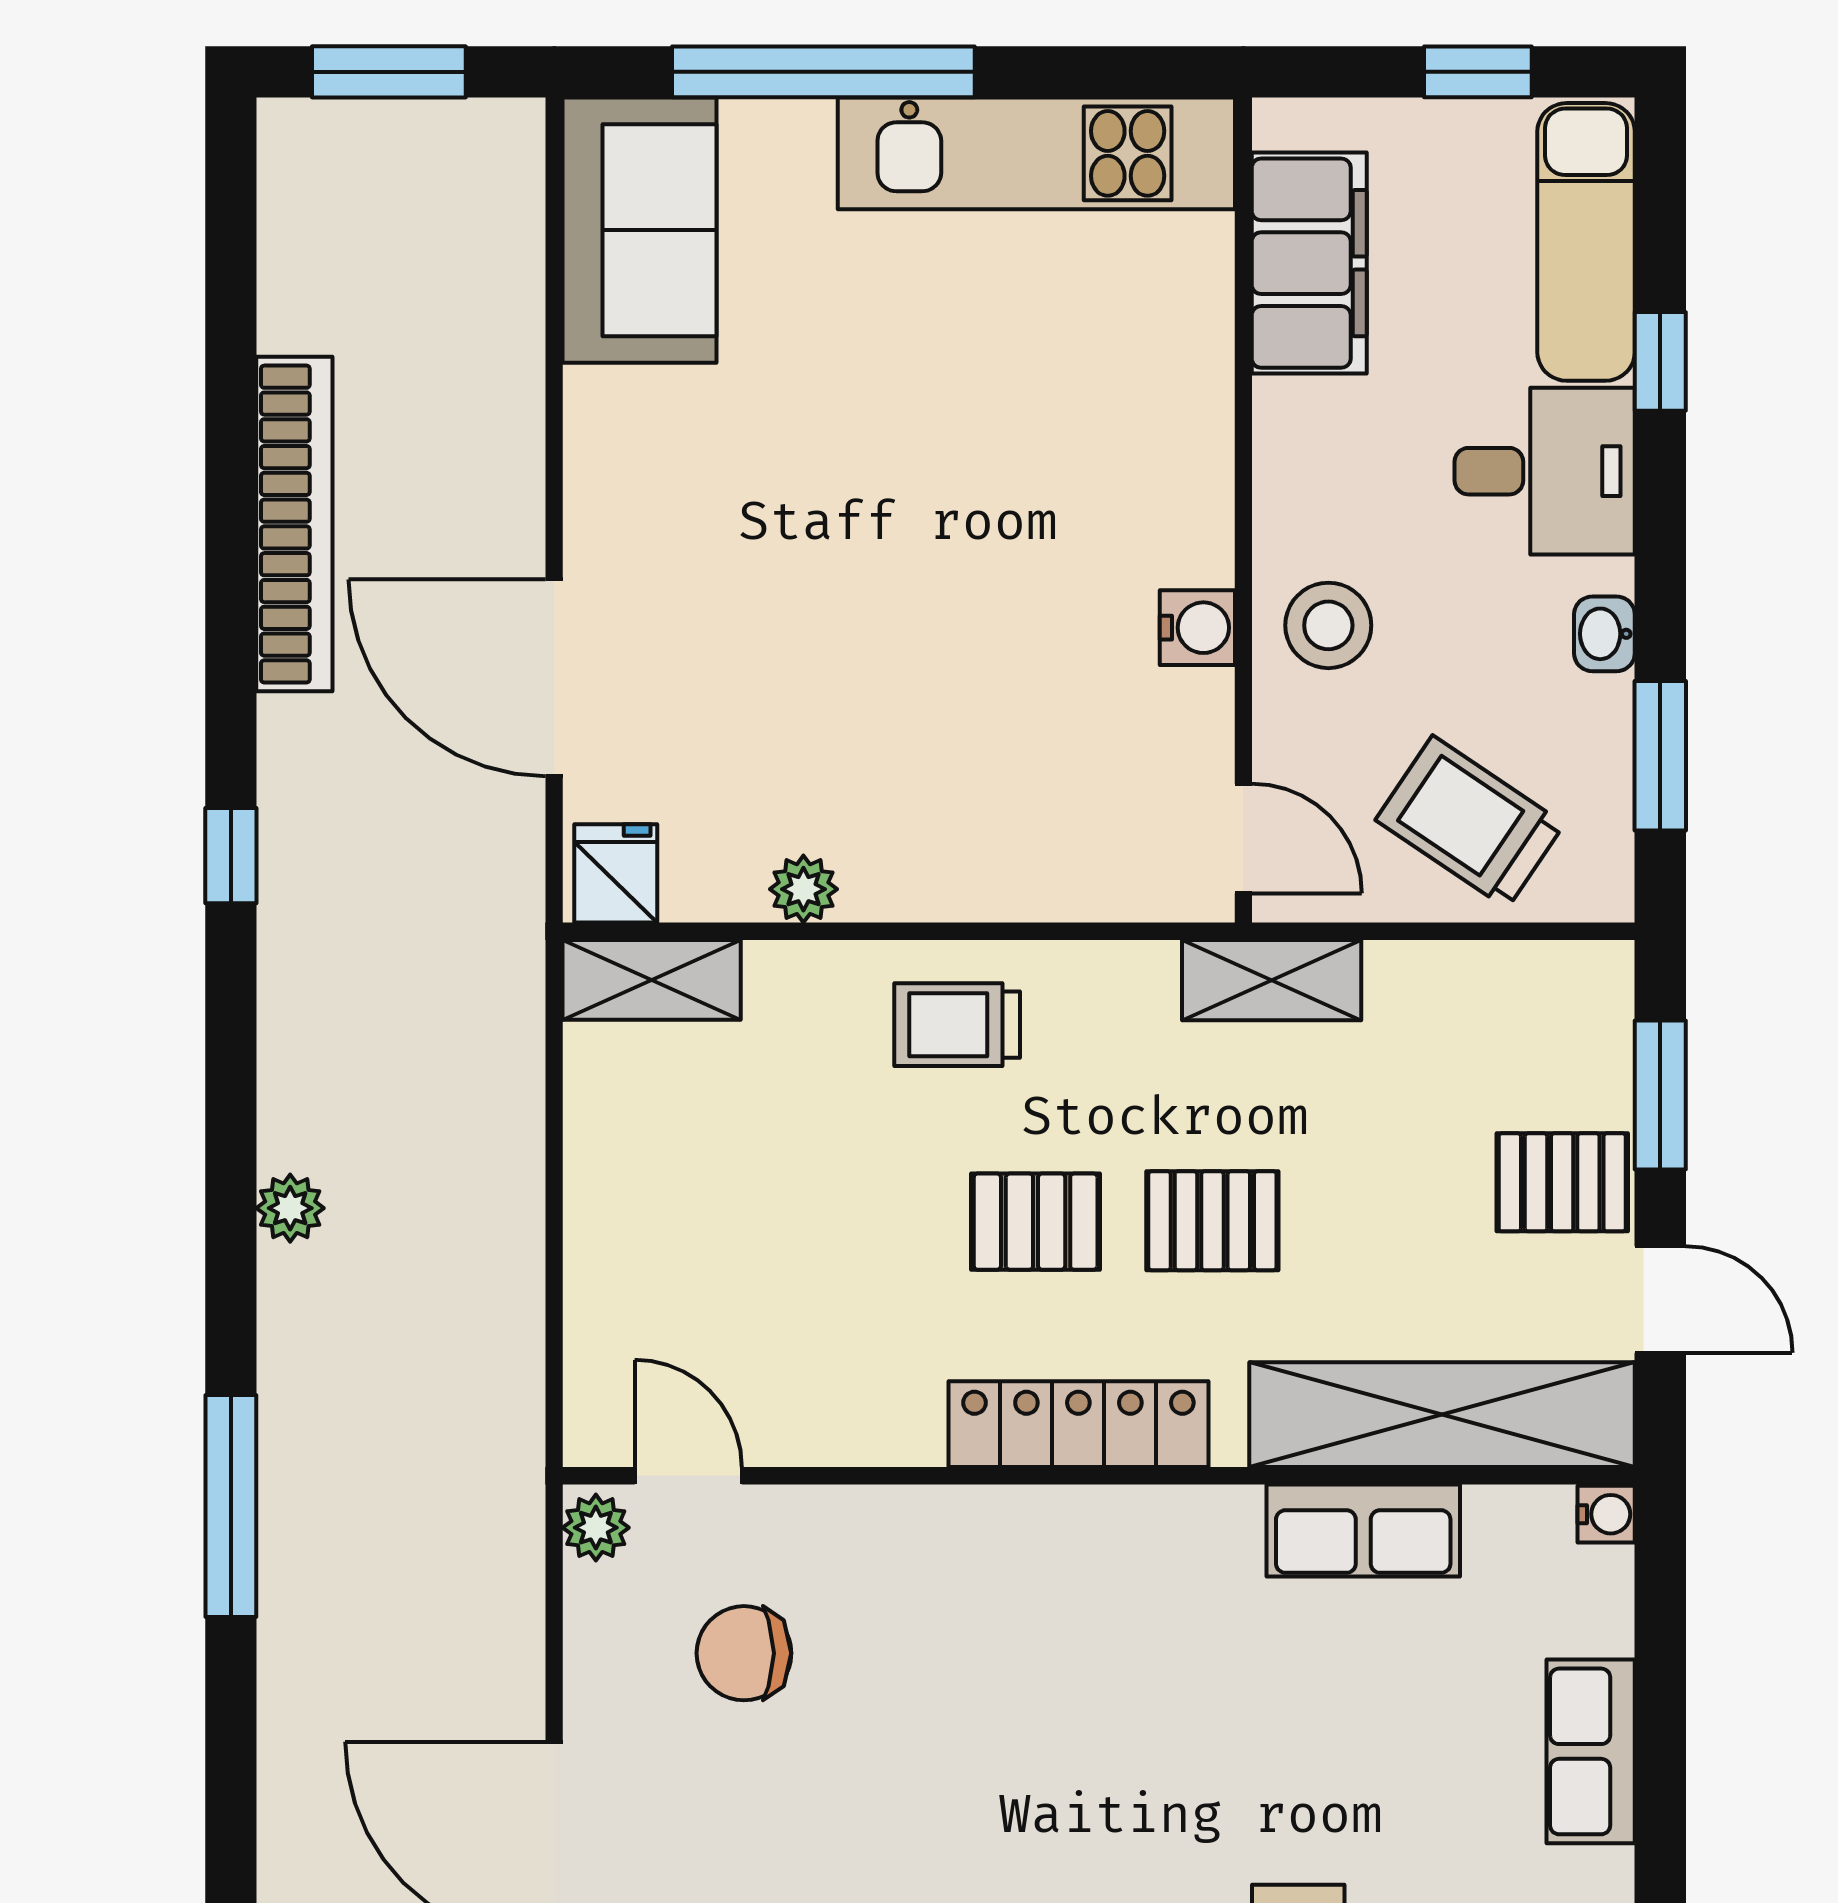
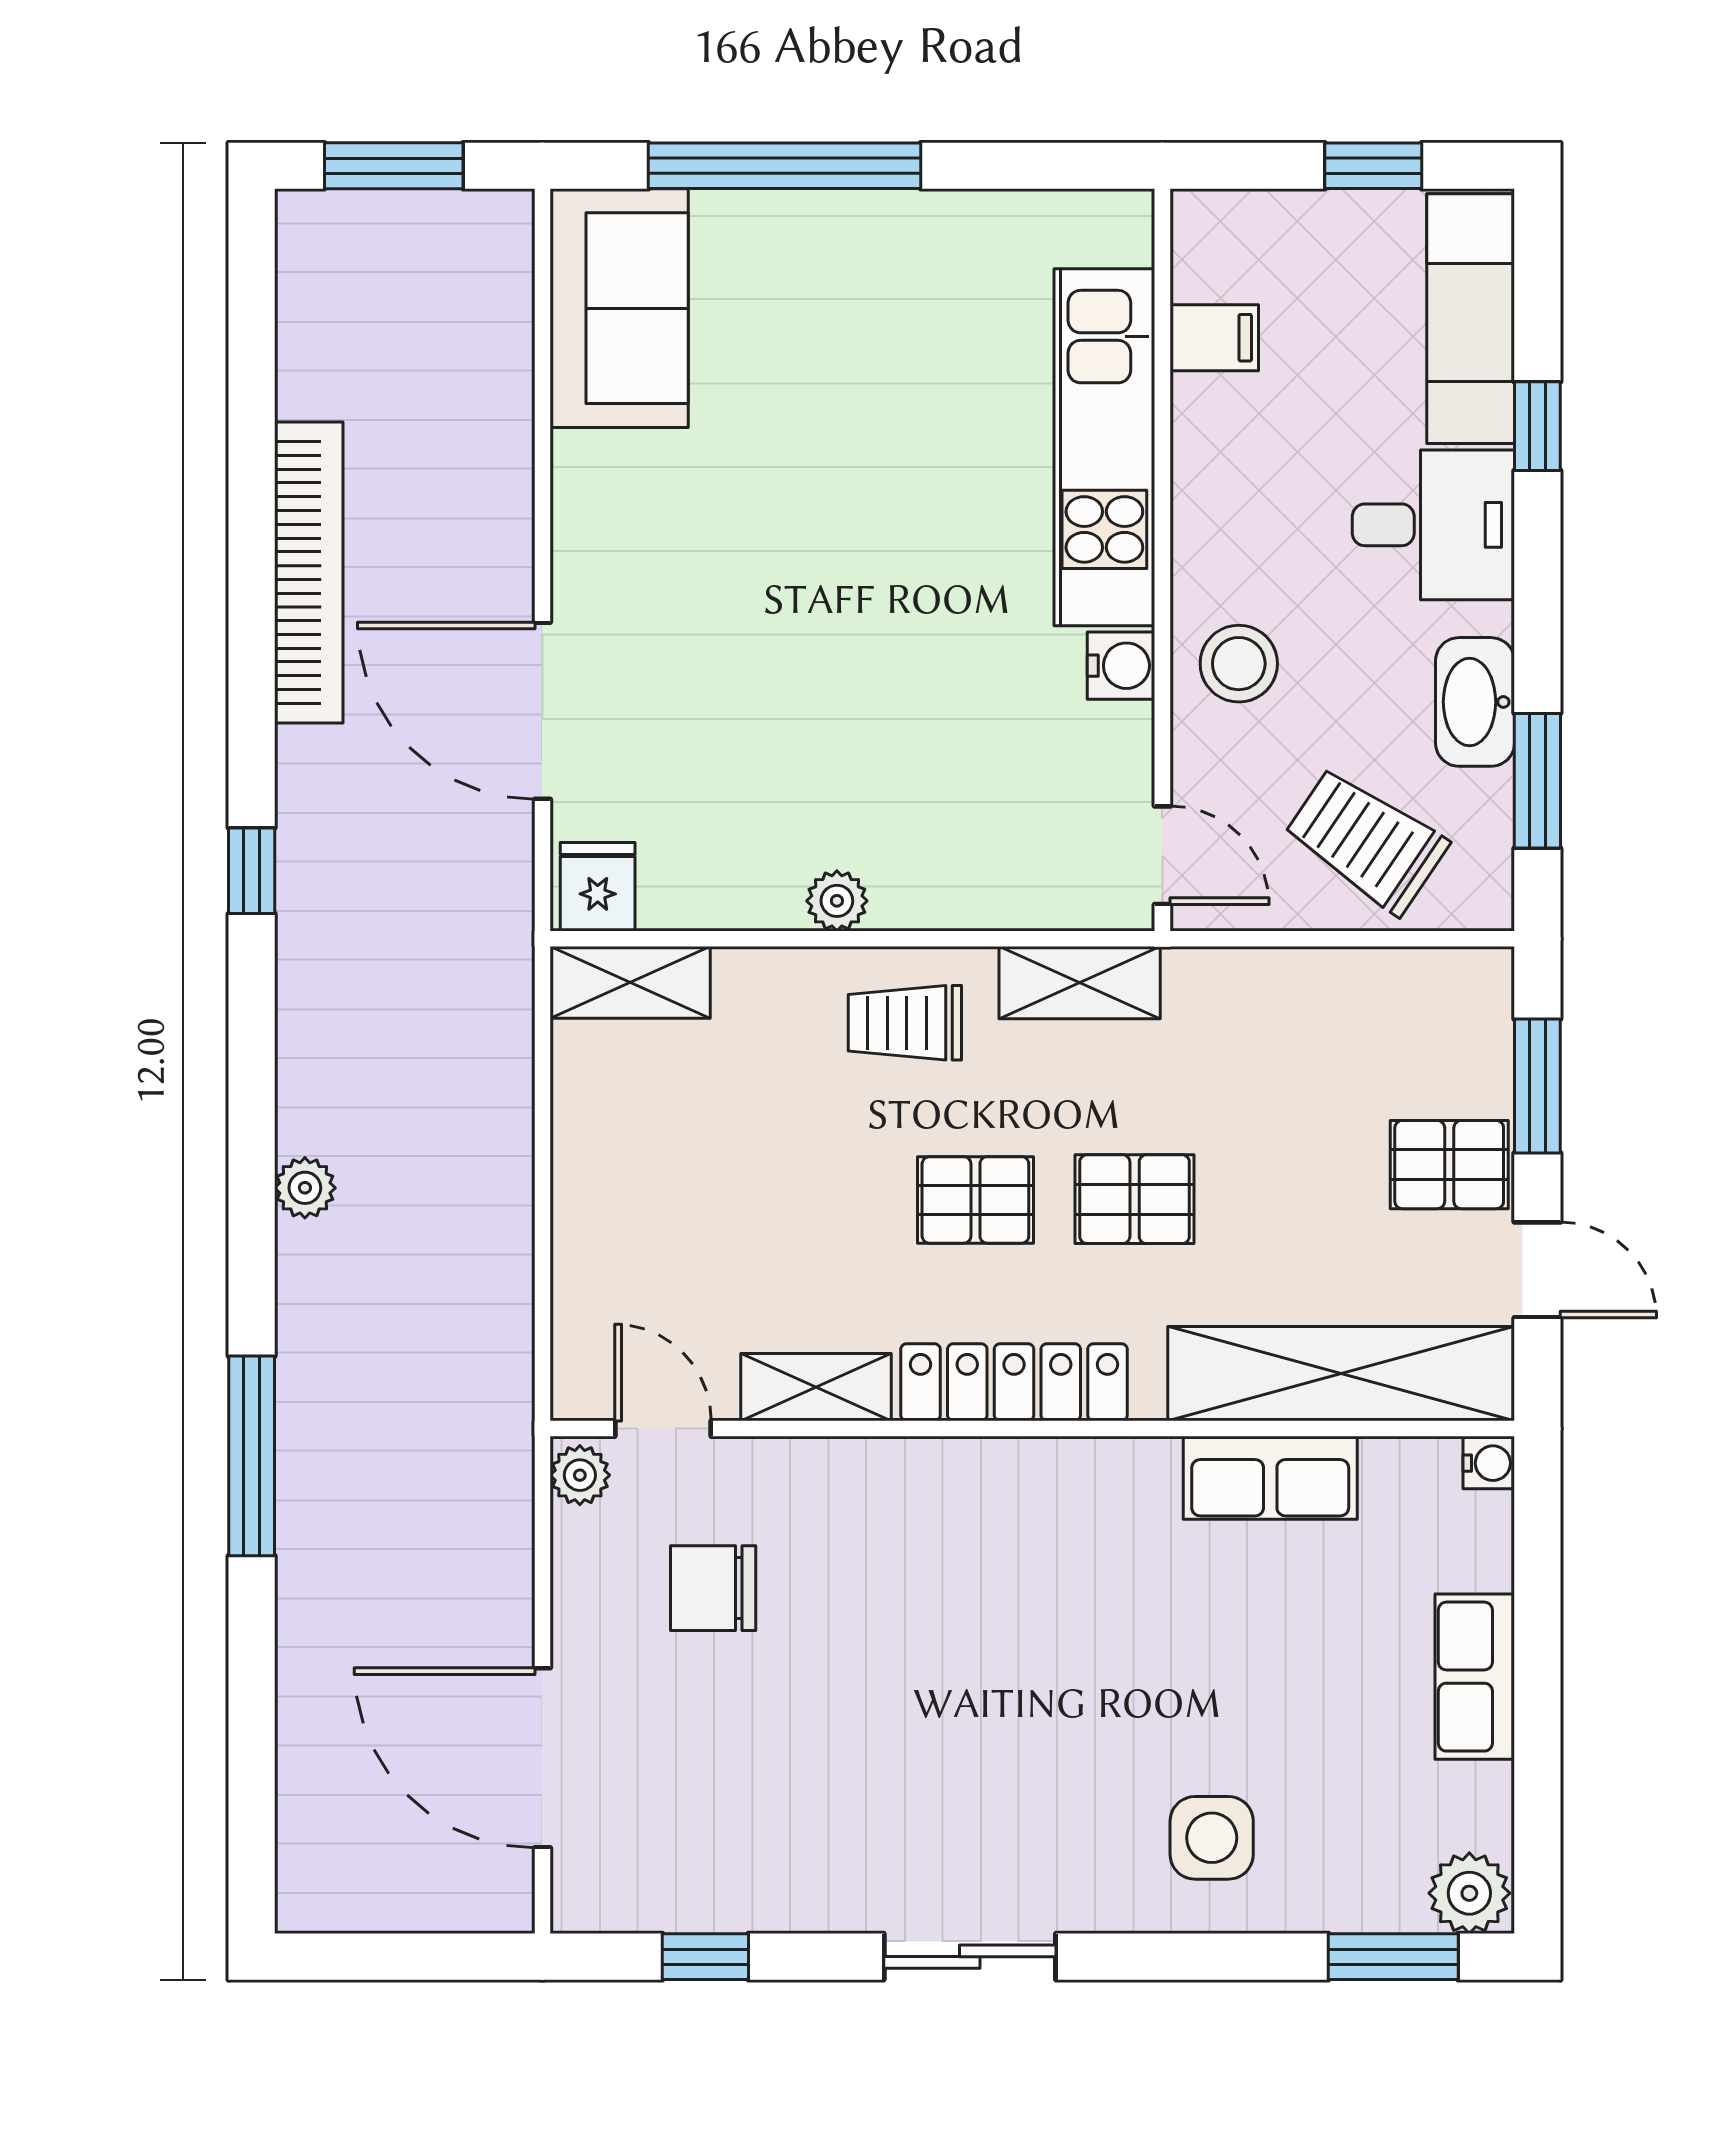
kitchen unit: (1036, 153) -> (1104, 447), moved, turned 90
filing cabinet: (1309, 263) -> (1214, 338), width x0.33, depth x0.86
washbasin: (1604, 634) -> (1475, 702), width x1.91, depth x1.45
plant: (803, 889) -> (837, 901), moved
shelving: (1272, 980) -> (1080, 983), moved
shelving: (858, 1430) -> (816, 1387), added

